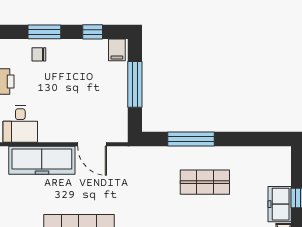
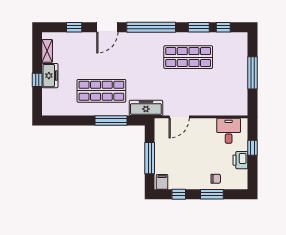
door: (92, 144) -> (179, 117), swing flipped
freezer: (42, 160) -> (146, 108), moved, width x0.73, depth x0.79
shop shelf: (205, 182) -> (101, 91), width x1.43, depth x1.36

